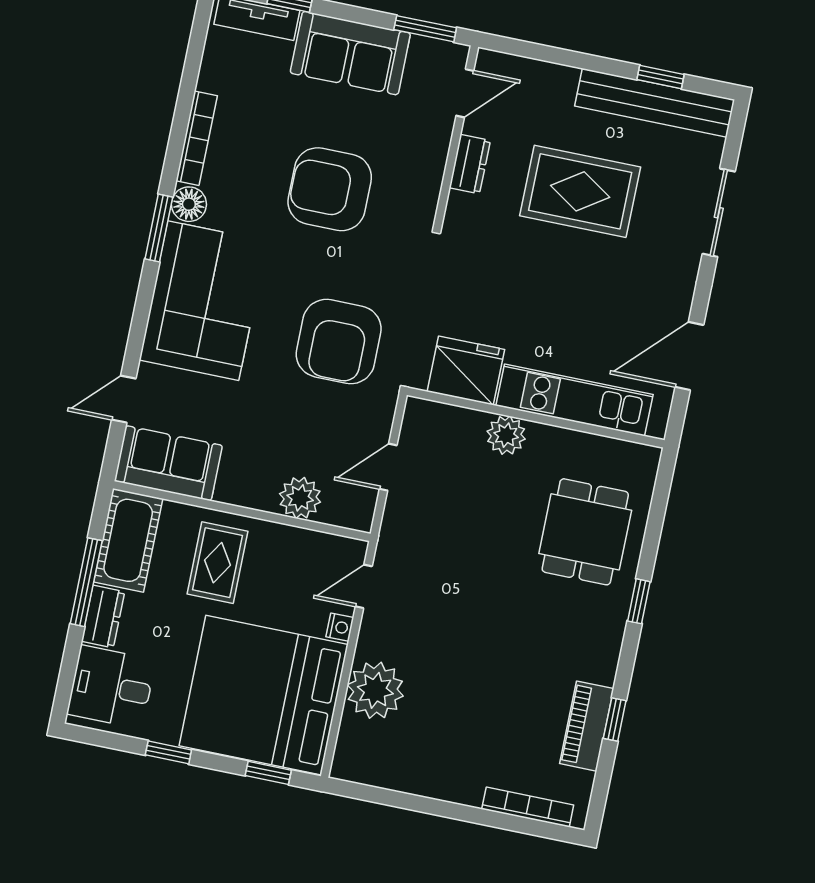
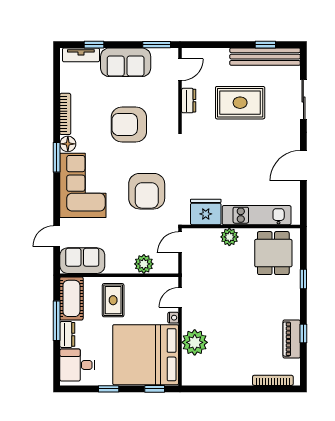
fridge: (466, 370) -> (206, 212), moved
kitchen unit: (575, 400) -> (257, 215), moved
wall: (536, 418) -> (241, 226), moved
plant: (506, 435) -> (229, 237), moved

